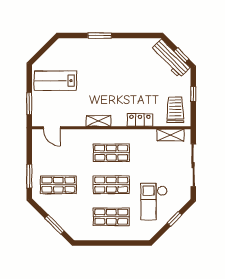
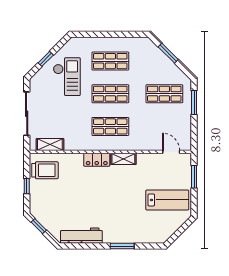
workbench: (170, 59) -> (81, 236), moved, turned -45
trolley: (175, 110) -> (45, 170), turned -90
locker: (140, 120) -> (97, 160), moved

